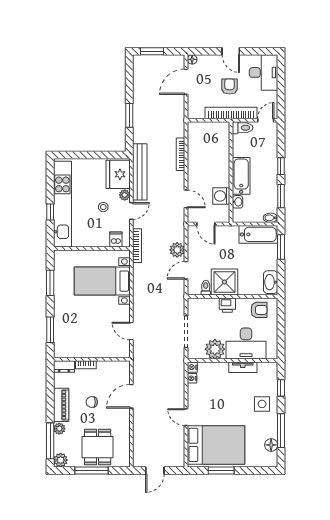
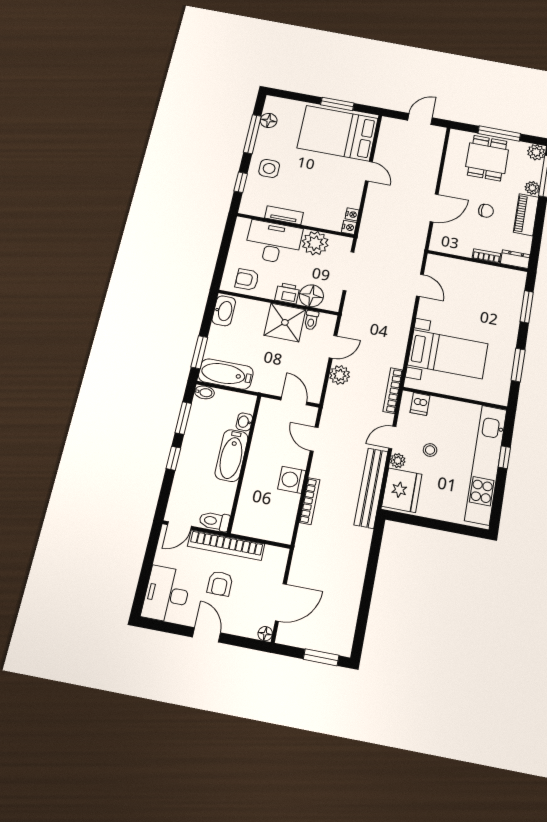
window: (129, 115) -> (371, 570), removed
washing machine: (221, 196) -> (292, 480), moved, turned 180
floor lamp: (209, 307) -> (311, 296), added

